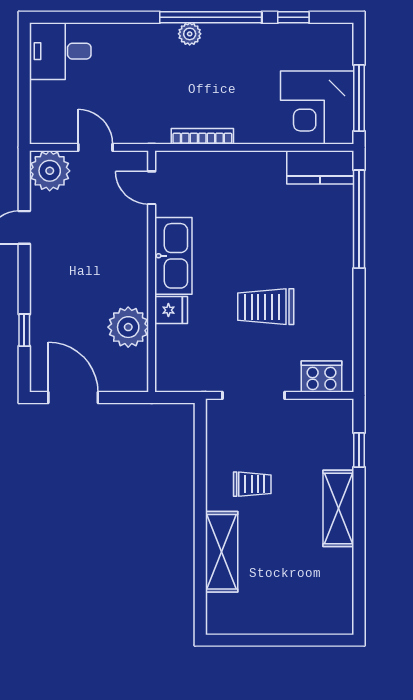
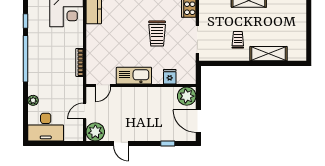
plant: (190, 34) -> (33, 100), moved
desk: (60, 51) -> (46, 127), width x1.37
fridge: (171, 310) -> (170, 77), moved
plant: (128, 327) -> (187, 96), moved
door: (73, 398) -> (198, 121), hinge flipped

